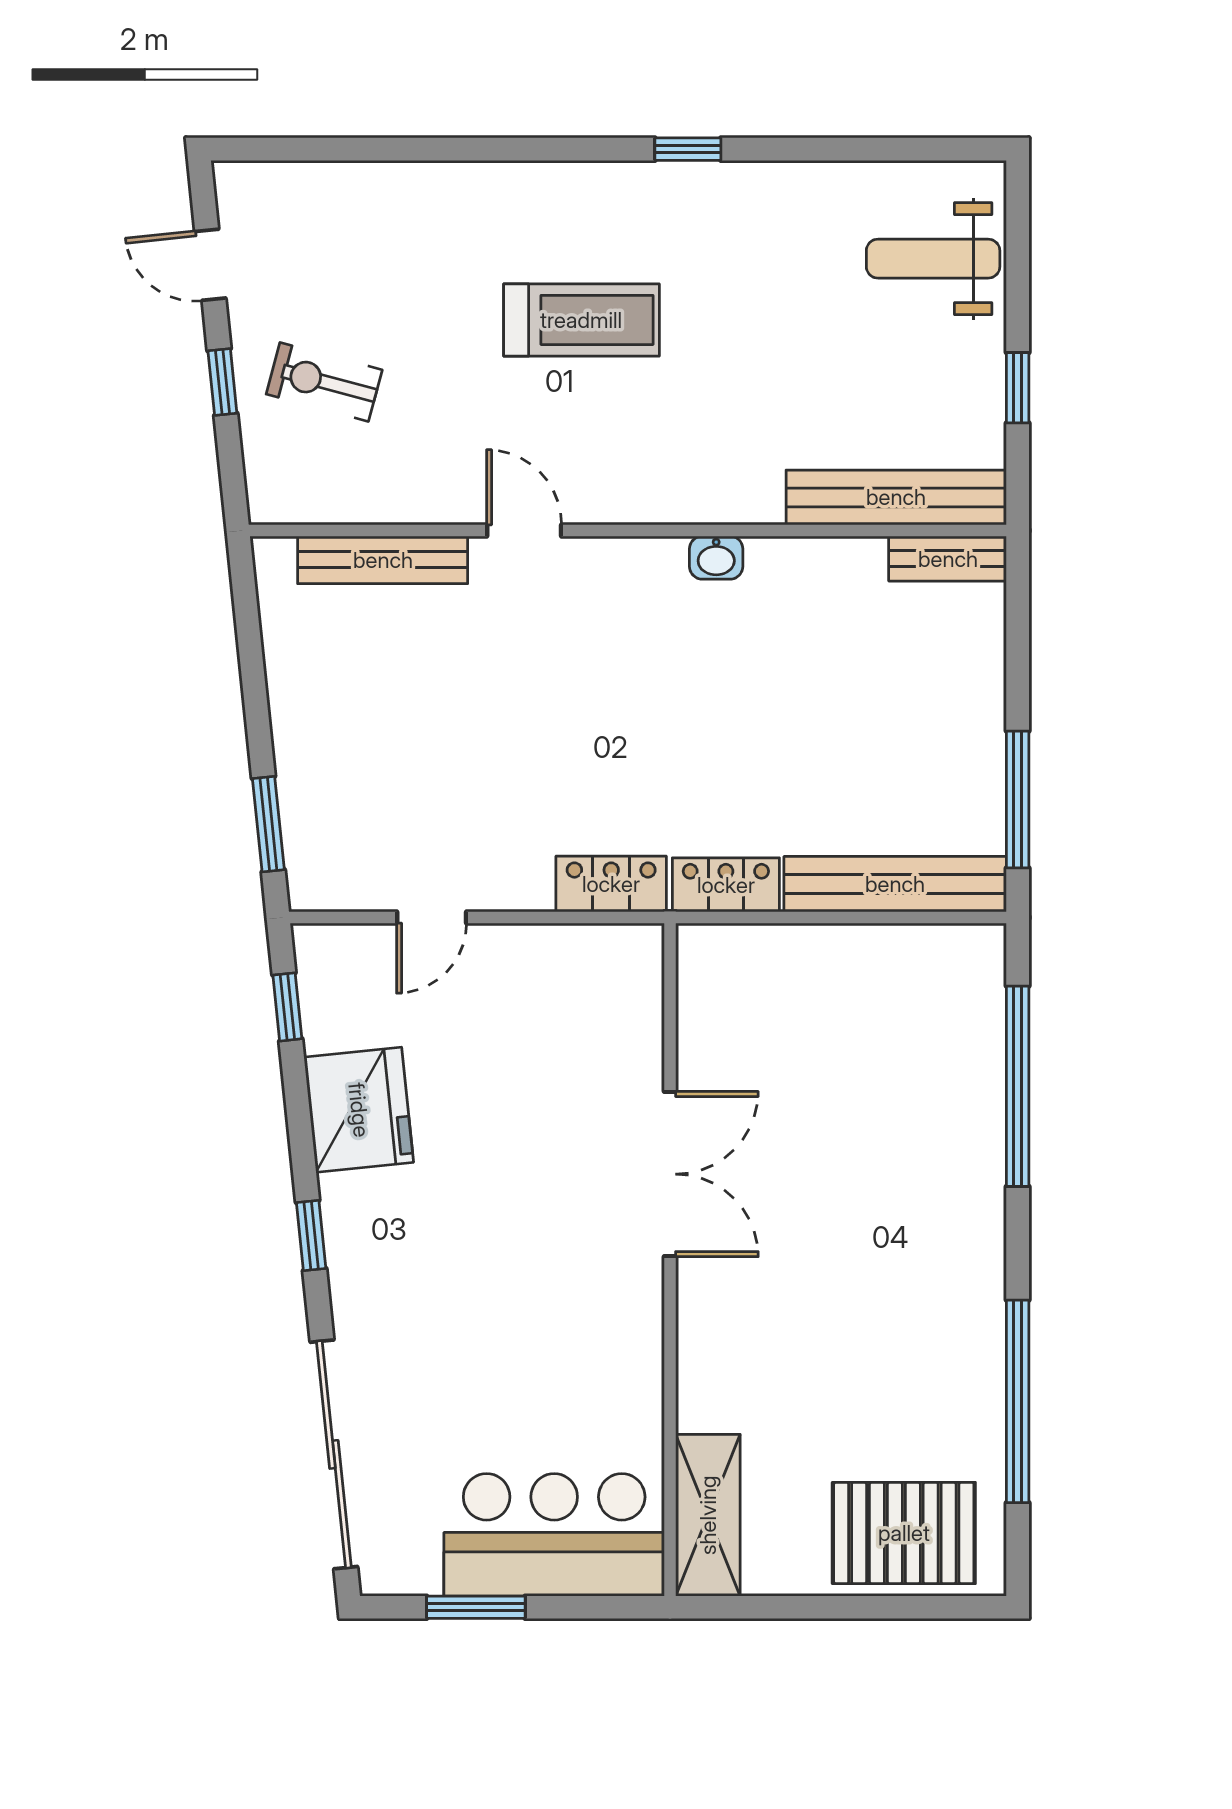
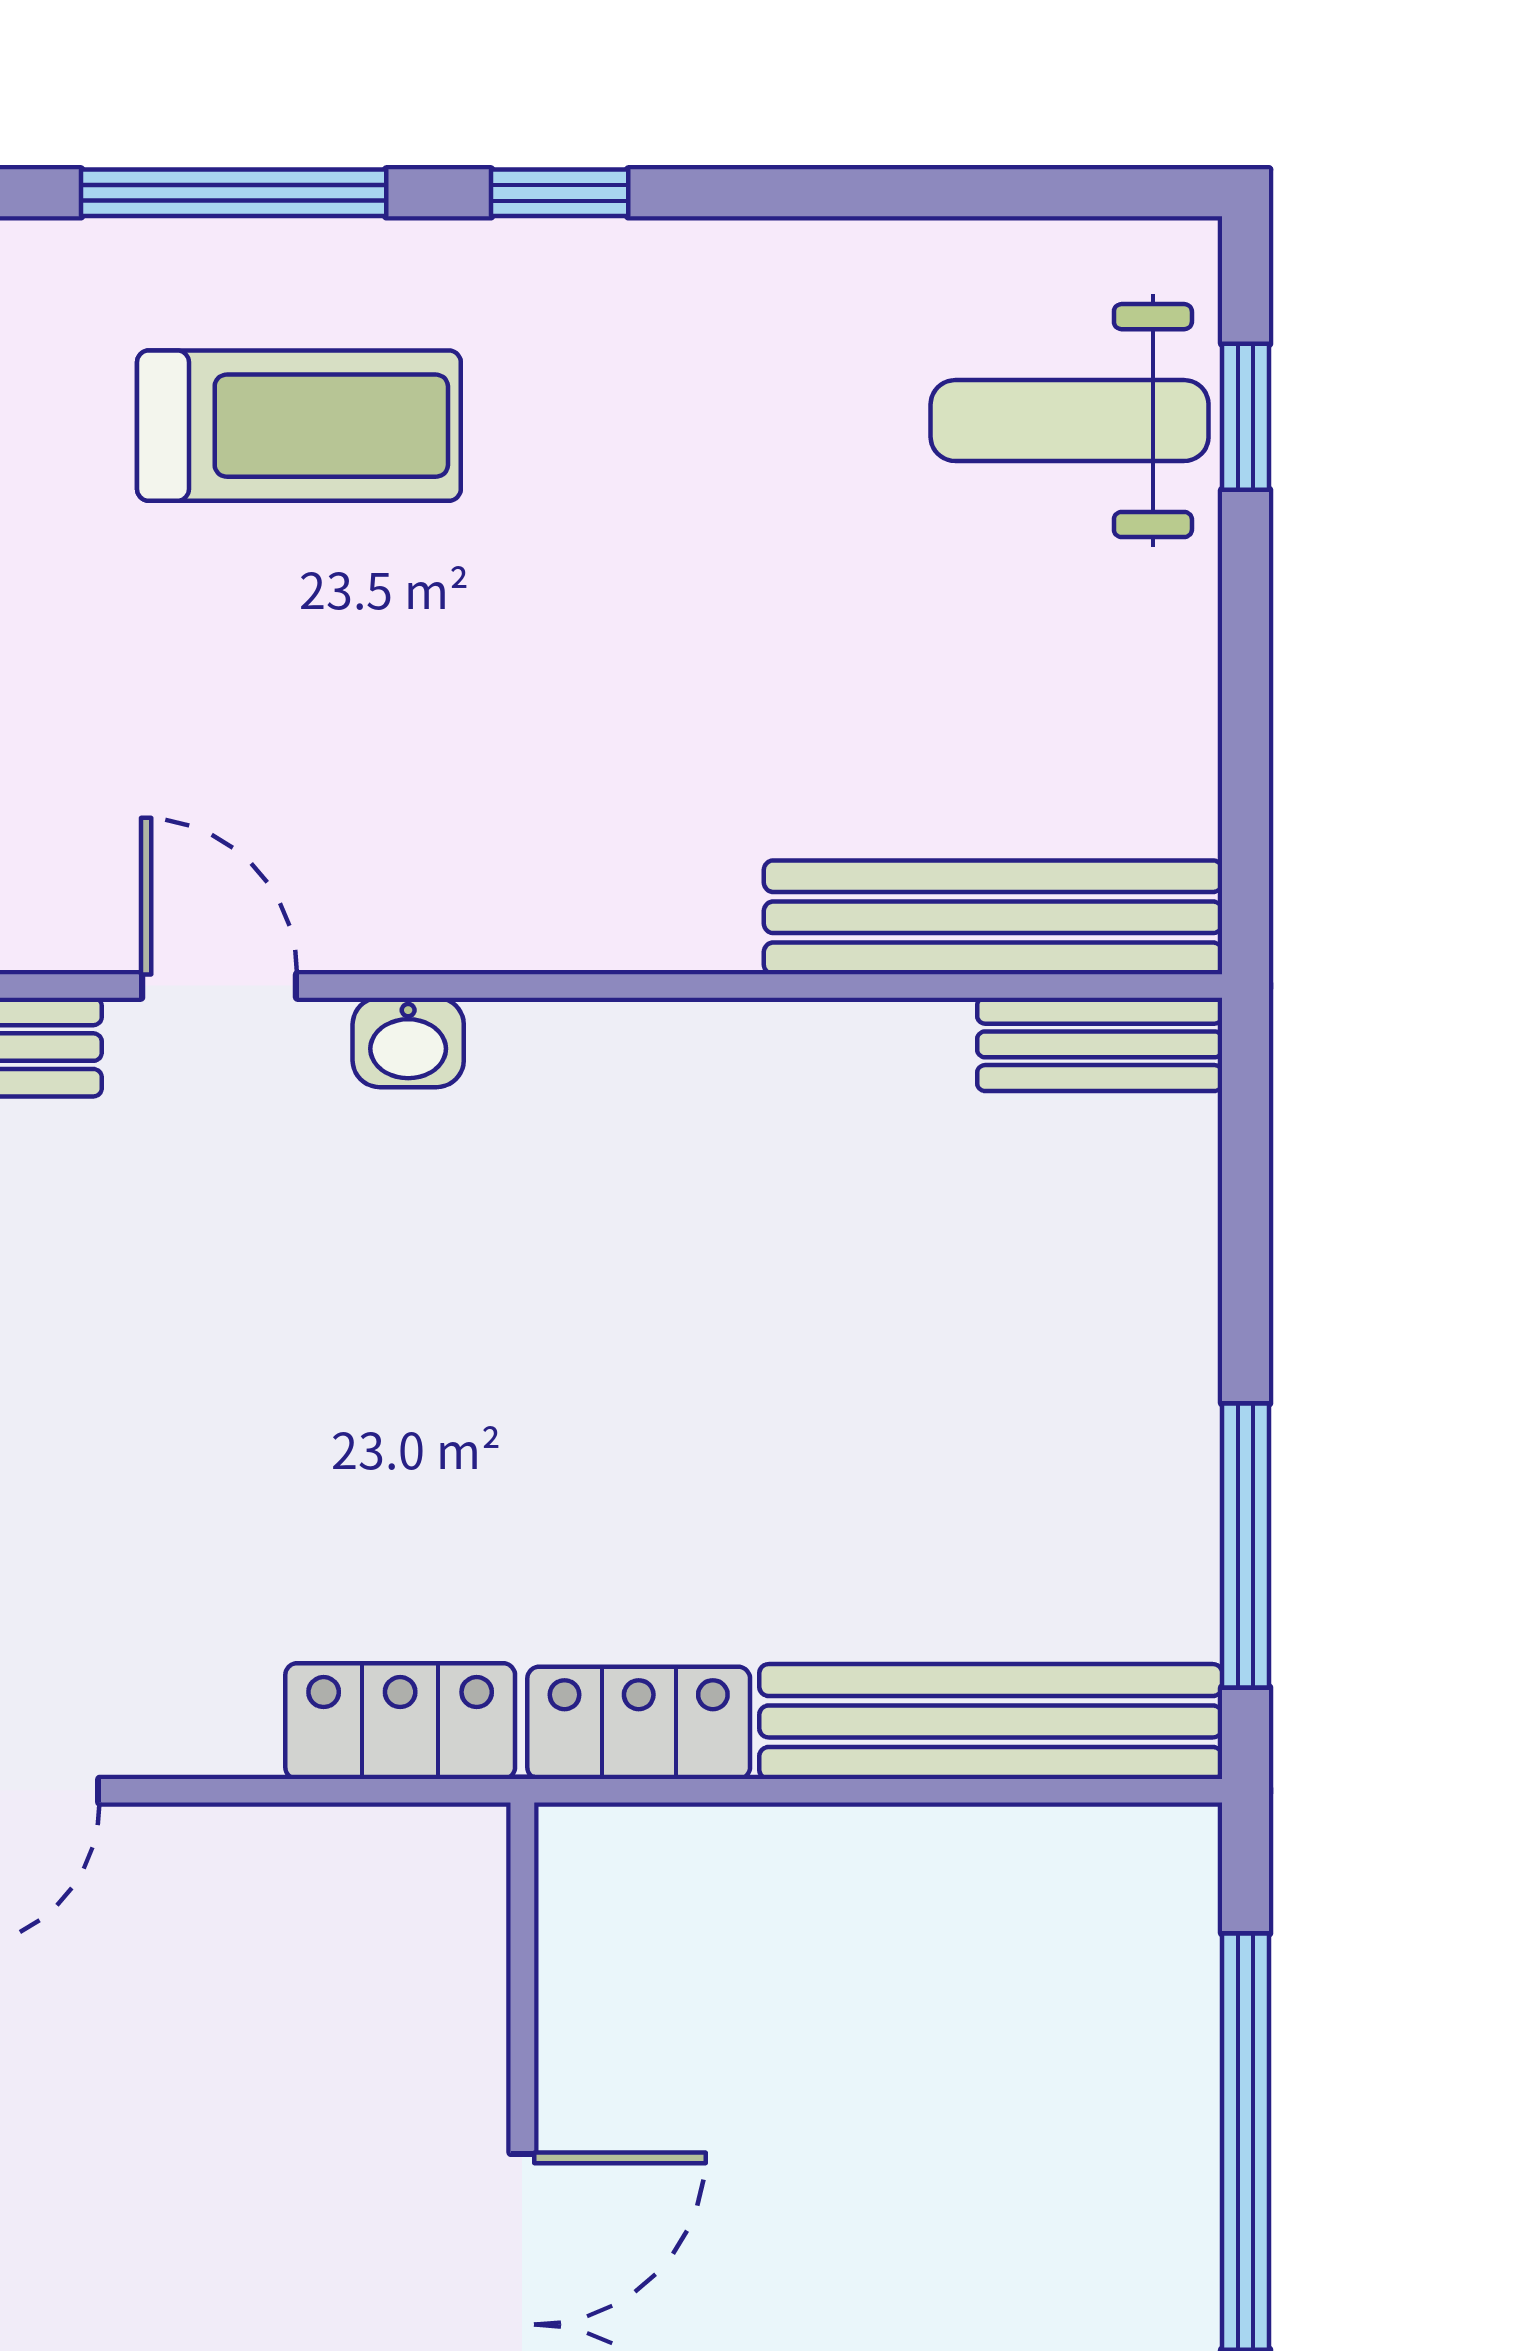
window: (531, 149) -> (234, 193), added
treadmill: (581, 320) -> (299, 426), moved
window: (1018, 388) -> (1246, 417), moved
washbasin: (716, 558) -> (408, 1042), moved

